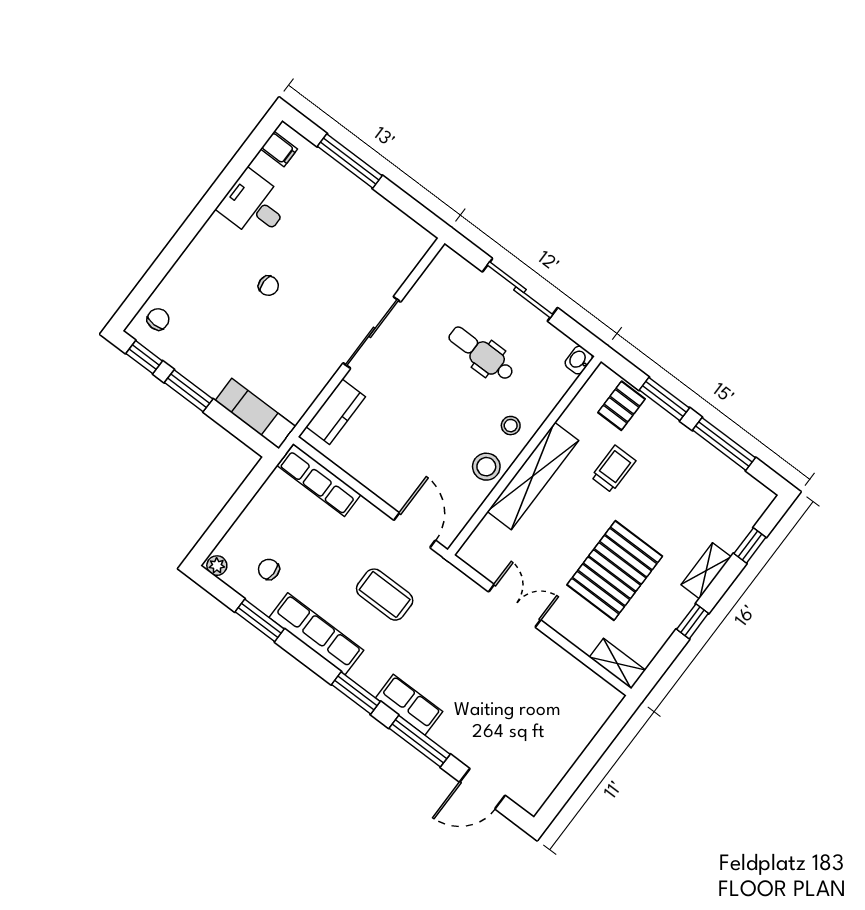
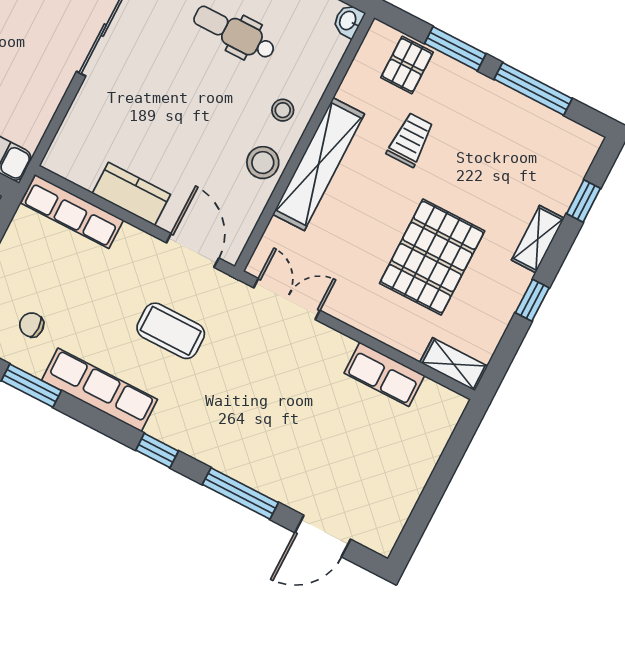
kitchen counter: (336, 412) -> (131, 194), moved, turned -90
double door: (515, 606) -> (287, 299), moved
window: (356, 693) -> (157, 451), width x0.67
row of seats: (409, 705) -> (384, 374), moved, turned 180

